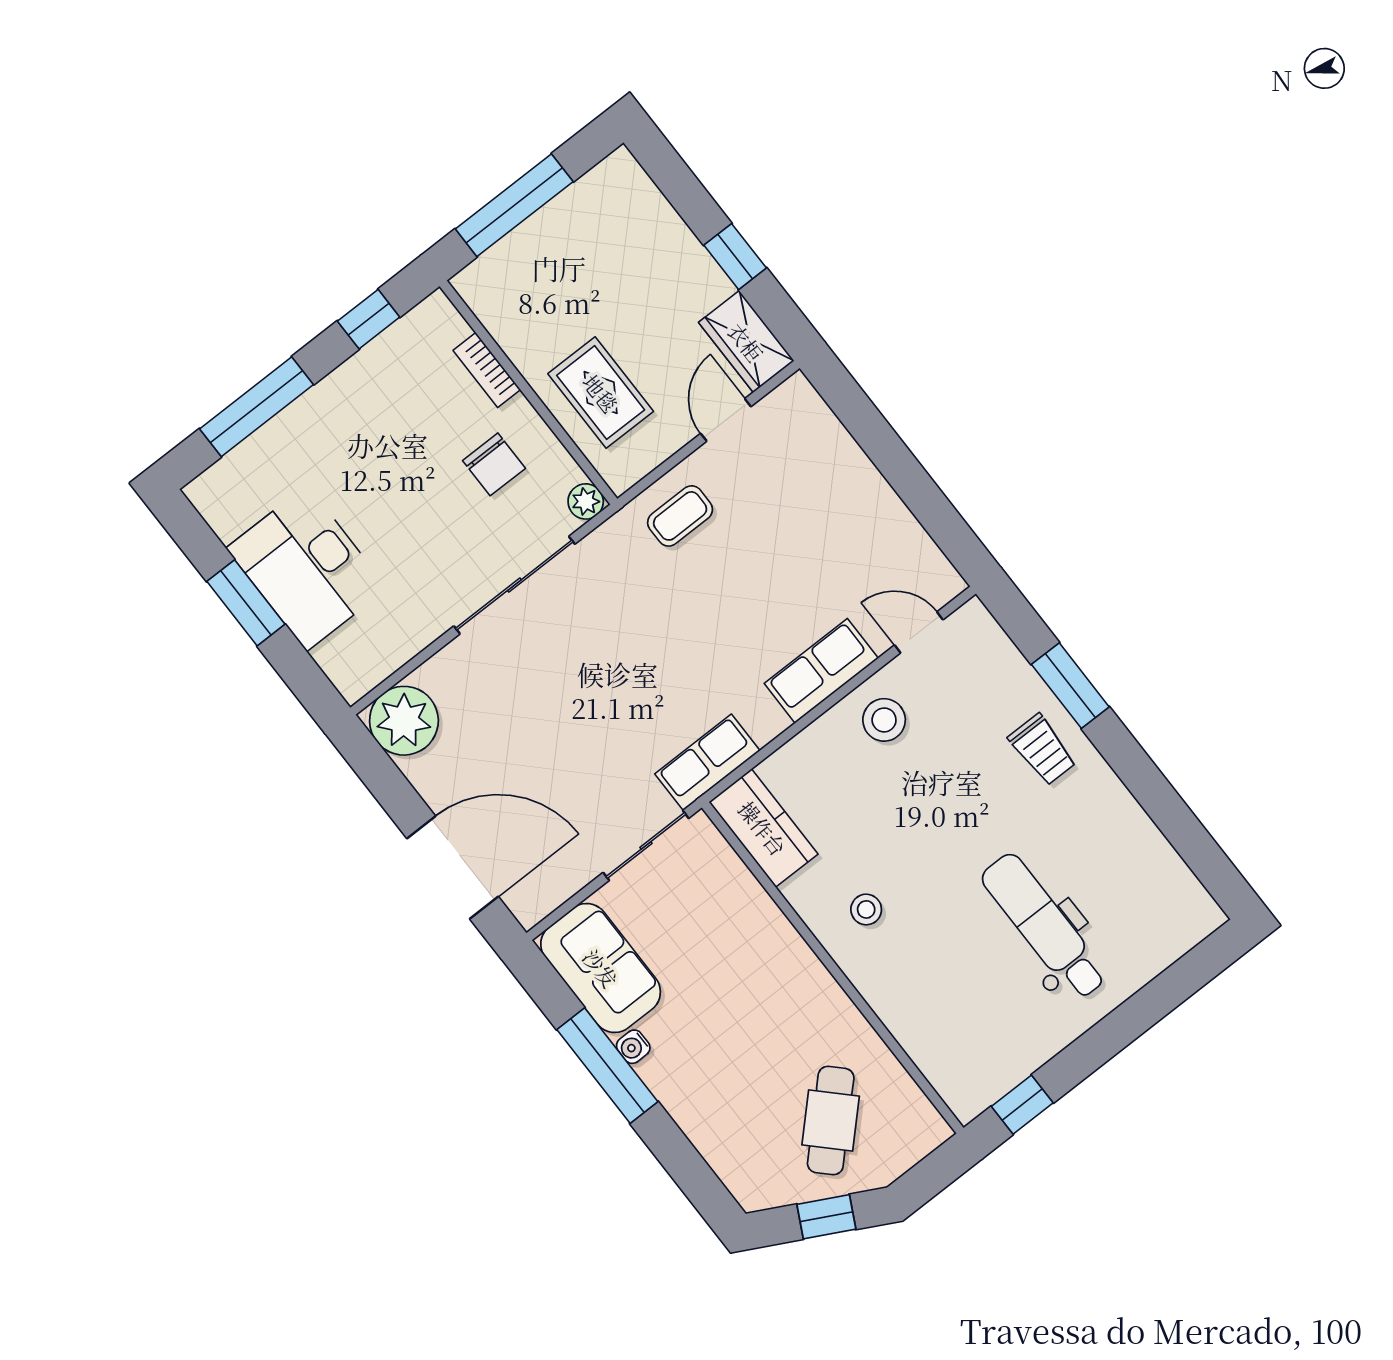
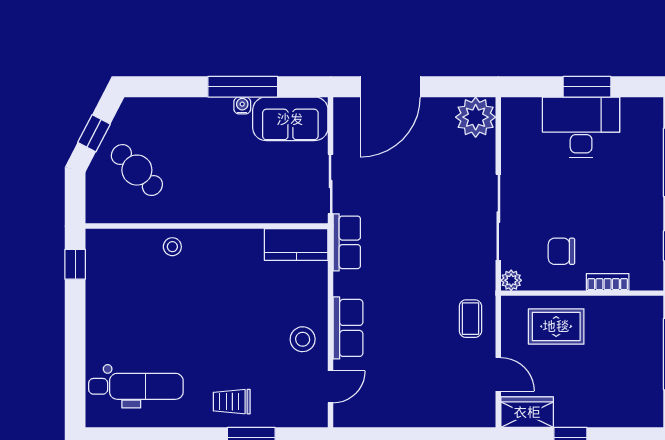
stool: (866, 909) -> (172, 247), moved
dental chair: (1044, 926) -> (136, 386), moved

